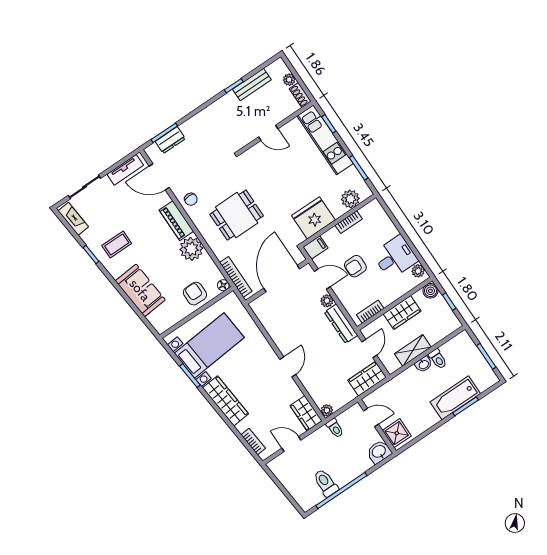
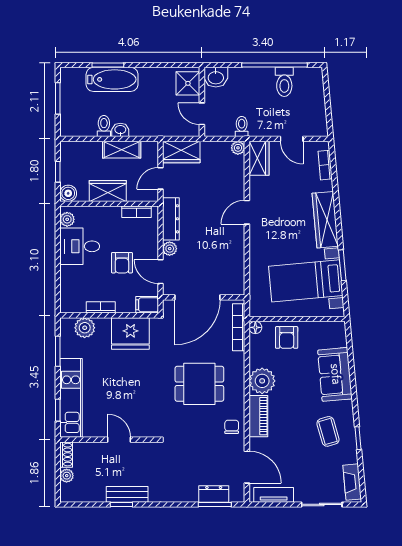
bench: (252, 85) -> (127, 494), moved
coffee table: (117, 244) -> (328, 431), turned 74
armchair: (355, 266) -> (122, 263), turned 90

